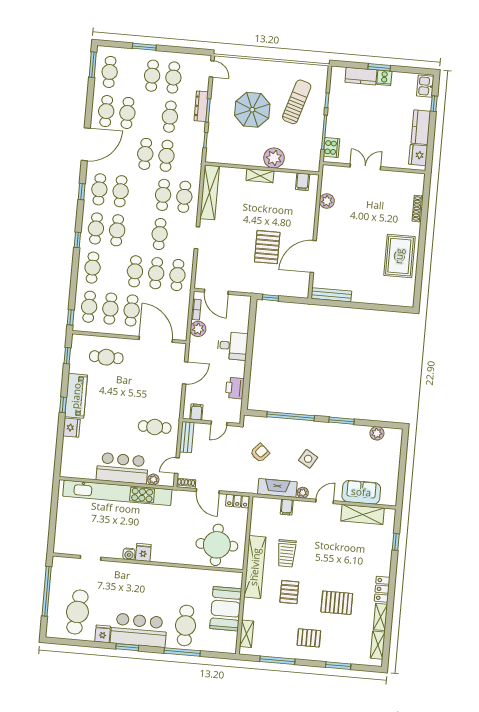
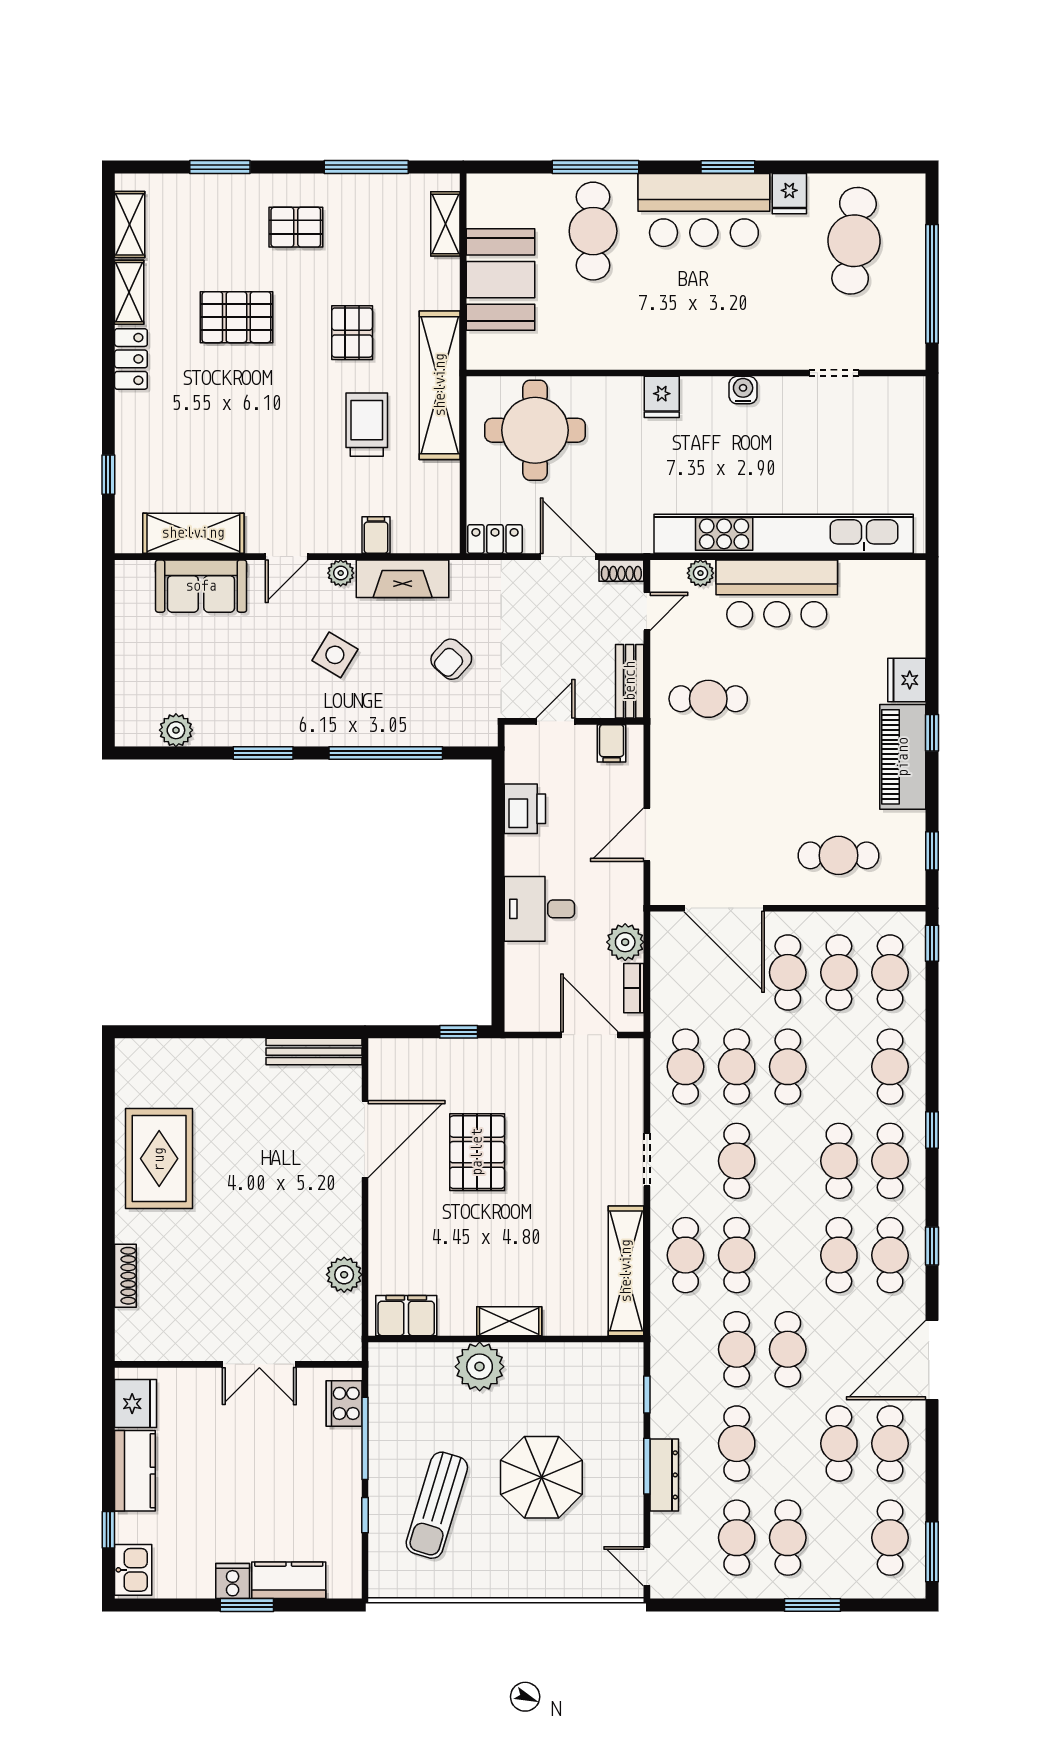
filing cabinet: (303, 182) -> (406, 1316), width x2.00
fridge: (143, 552) -> (662, 397), moved

